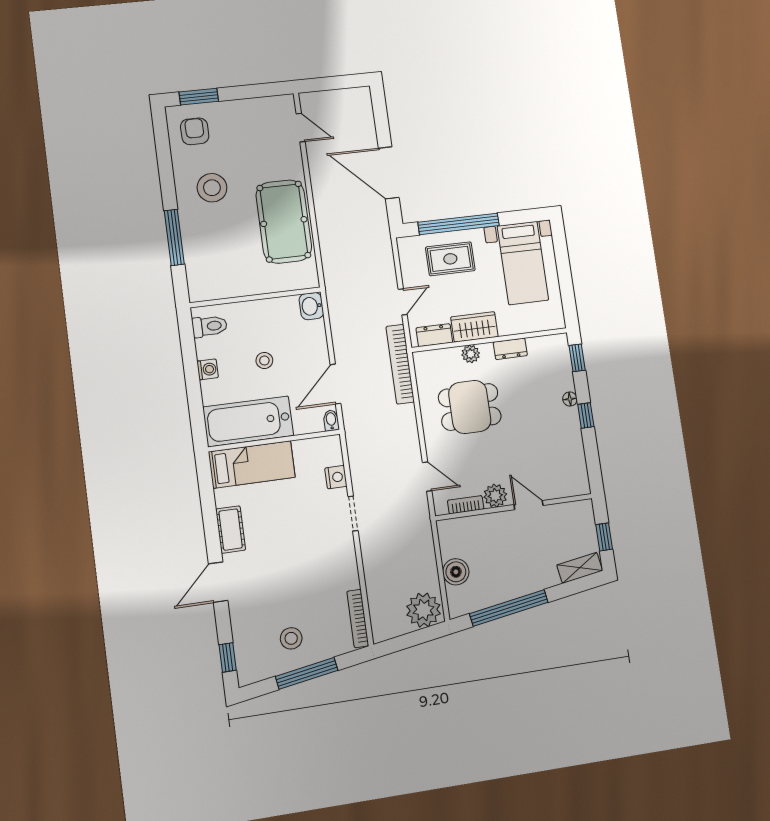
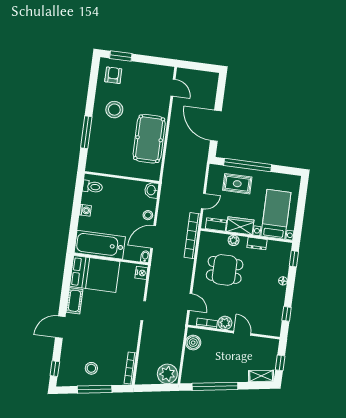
bed with nightstands: (523, 263) -> (276, 214), moved, turned 180
stool: (264, 360) -> (148, 215), moved
window: (586, 416) -> (287, 314), moved
bed: (252, 464) -> (95, 274), width x1.50
nightstand: (336, 477) -> (141, 273), moved
boiler: (456, 572) -> (193, 343), moved

